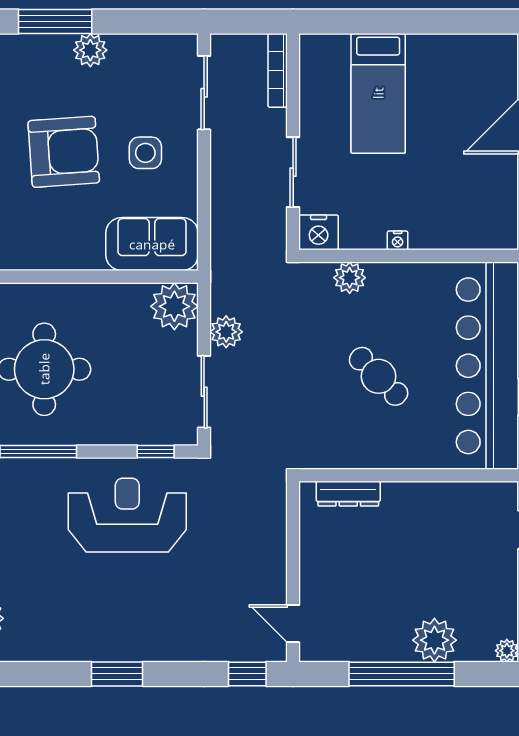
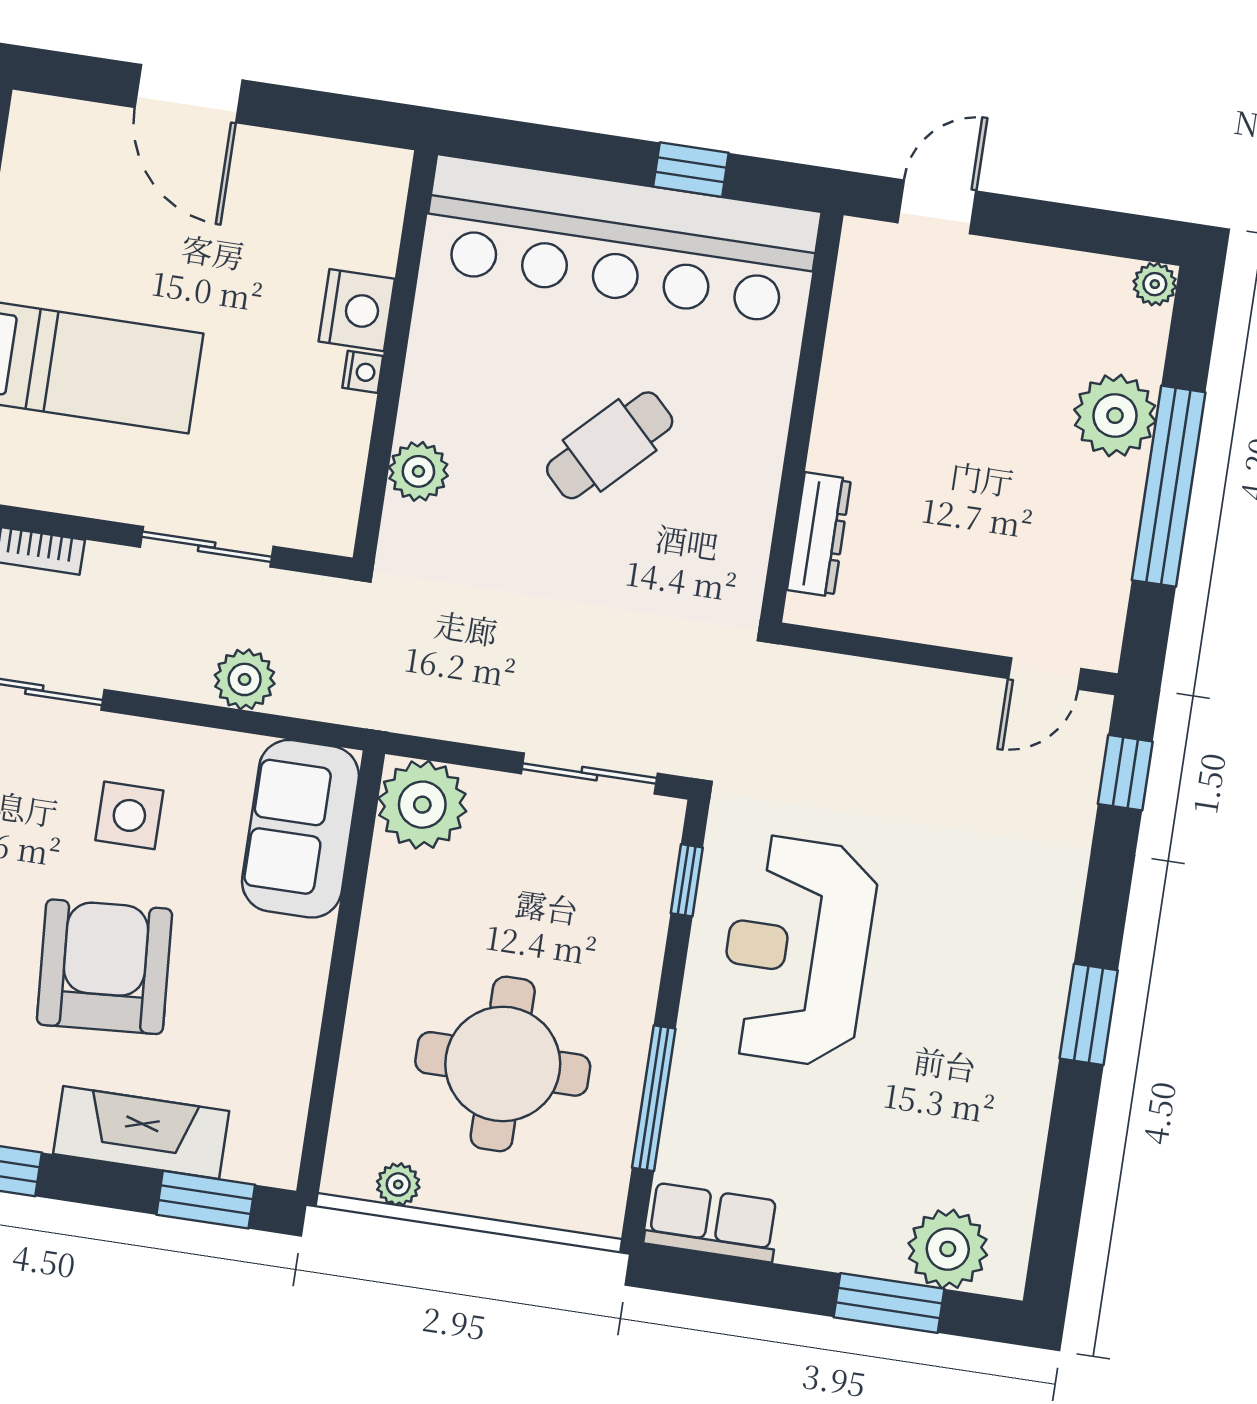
nightstand: (319, 232) -> (357, 310), moved
plant: (226, 332) -> (245, 679), moved

